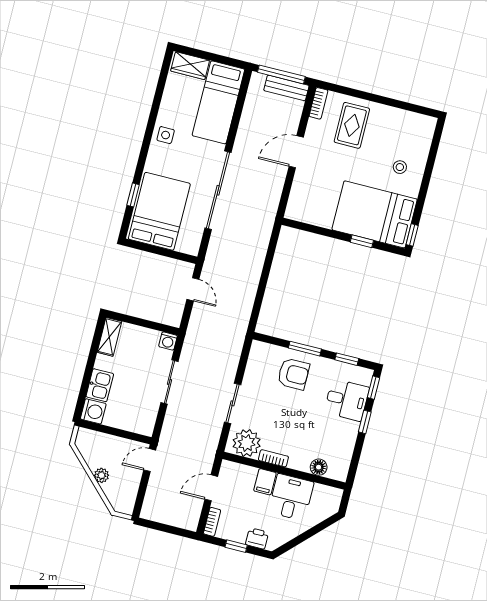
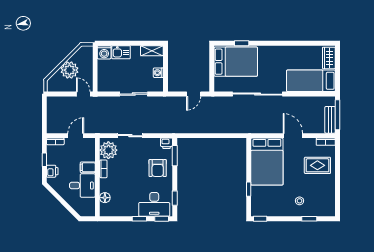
side table: (166, 135) -> (283, 54), removed
window: (431, 159) -> (309, 219), added
bed: (375, 214) -> (267, 162), moved, turned 180
washing machine: (168, 341) -> (158, 73), moved
window: (305, 349) -> (175, 156), moved
printer: (259, 350) -> (167, 143), added
desk: (347, 400) -> (154, 204), width x1.37
plant: (102, 475) -> (69, 70), width x1.87, depth x1.87
door: (211, 488) -> (76, 136), hinge flipped

